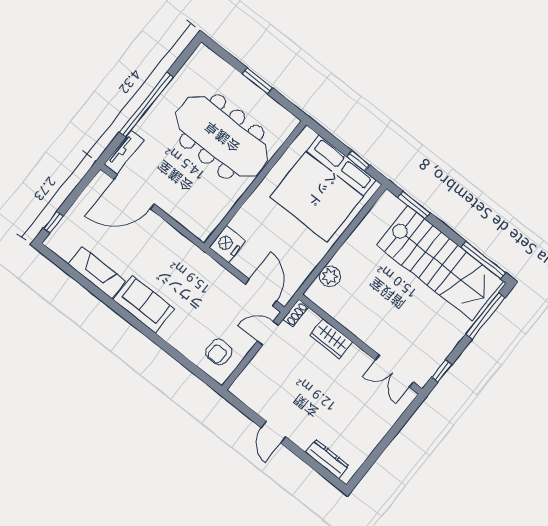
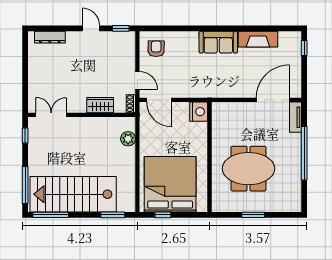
meeting table: (222, 137) -> (249, 169), width x0.73
door: (268, 333) -> (137, 80), hinge flipped
window: (240, 406) -> (121, 28), added

